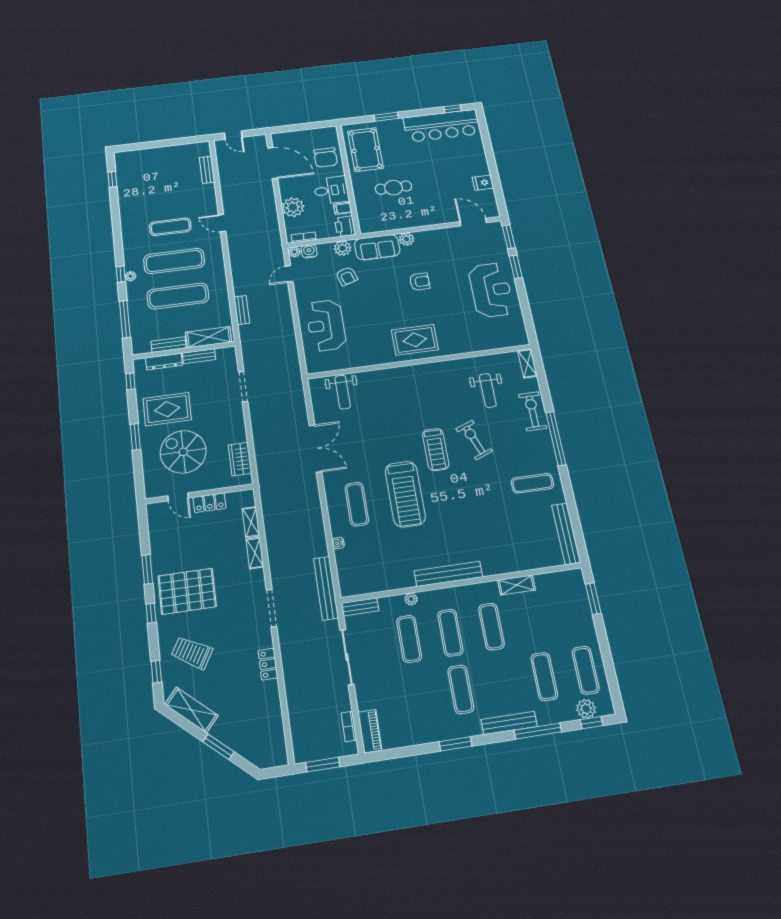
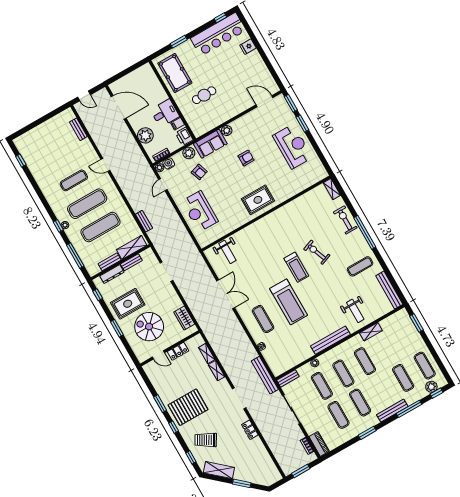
chair: (326, 158) -> (151, 90), removed
fridge: (483, 183) -> (248, 47), moved
weight bench: (488, 390) -> (355, 311), moved
exercise mat: (419, 696) -> (339, 415), added

